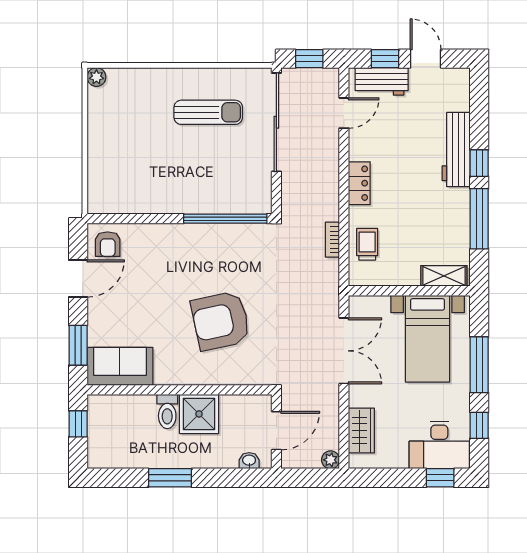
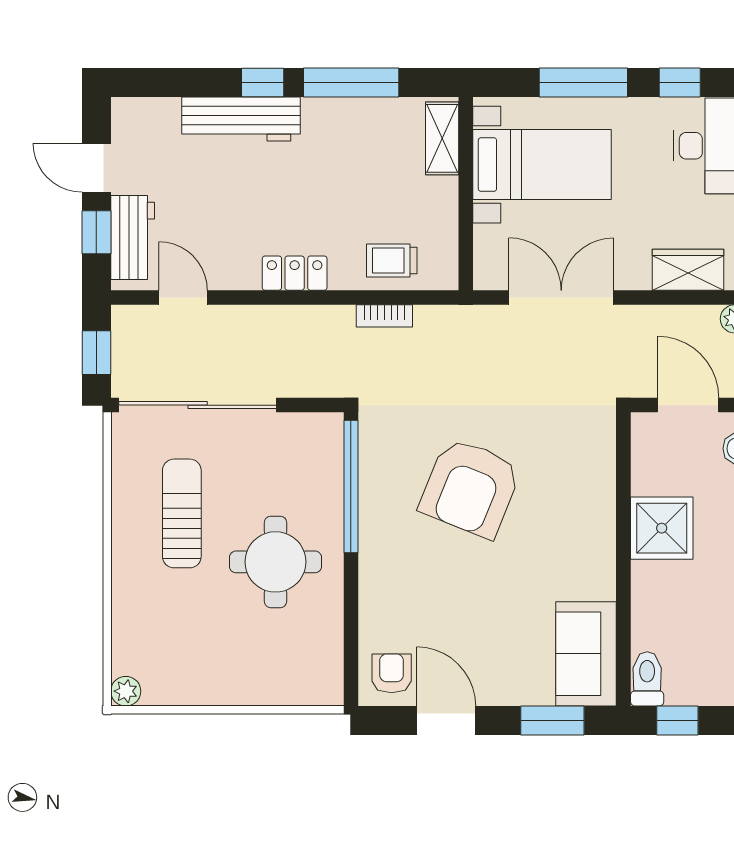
door: (426, 59) -> (96, 168), hinge flipped
round table: (178, 171) -> (275, 562), added
armchair: (108, 244) -> (392, 673), turned -90
armchair: (221, 321) -> (470, 488), moved, turned 34
toilet: (167, 412) -> (647, 679), moved, turned -90

